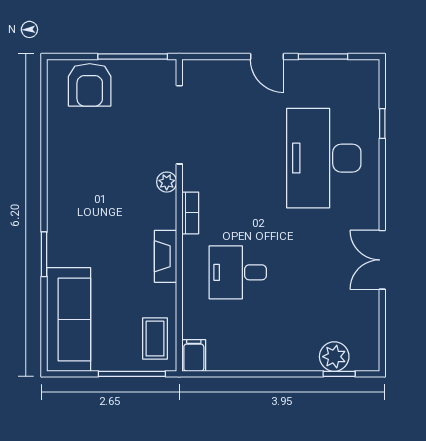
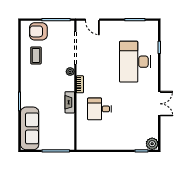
door: (267, 57) -> (92, 20), moved
armchair: (90, 85) -> (38, 31), turned 90
double door: (382, 260) -> (159, 104), swing flipped
coffee table: (155, 339) -> (36, 55), moved
filing cabinet: (194, 355) -> (81, 143), removed
plant: (334, 357) -> (152, 144), moved

